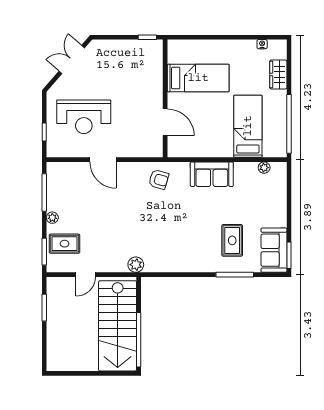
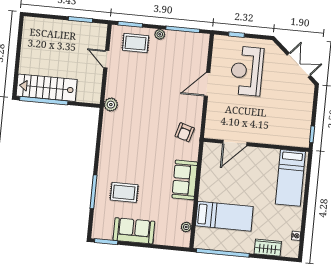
bed: (198, 78) -> (290, 178), moved
rug: (65, 244) -> (136, 43), turned 90
sofa: (274, 250) -> (134, 231), moved
stairs: (118, 326) -> (47, 88), width x0.73, depth x0.66

